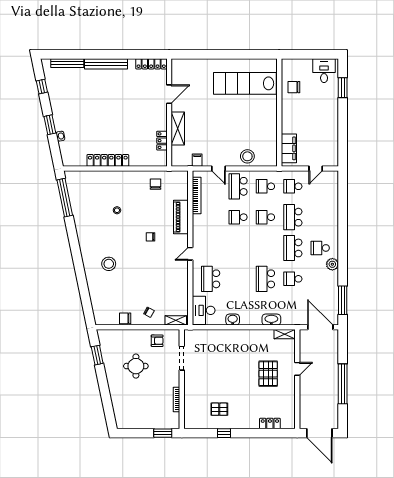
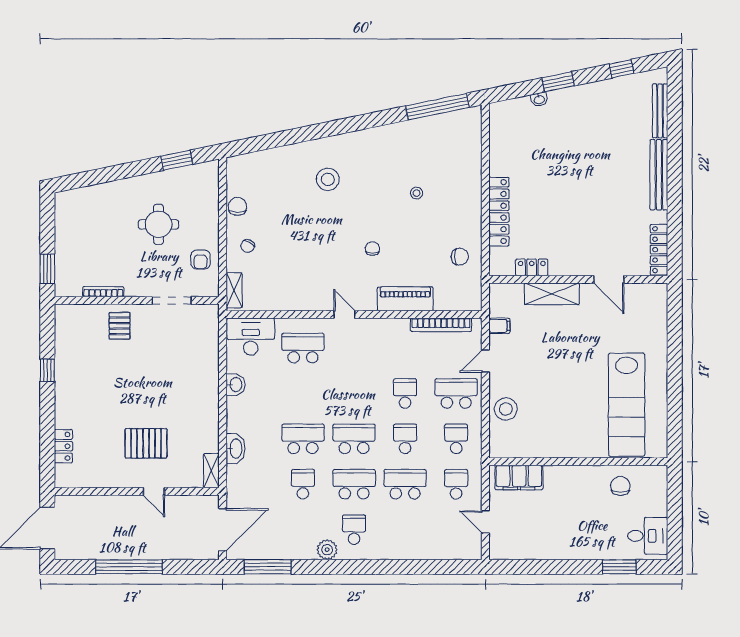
lab bench: (245, 83) -> (627, 405), turned 180
locker: (108, 160) -> (499, 212), moved
school desk: (265, 248) -> (354, 439), added
pallet: (219, 409) -> (120, 326), moved

